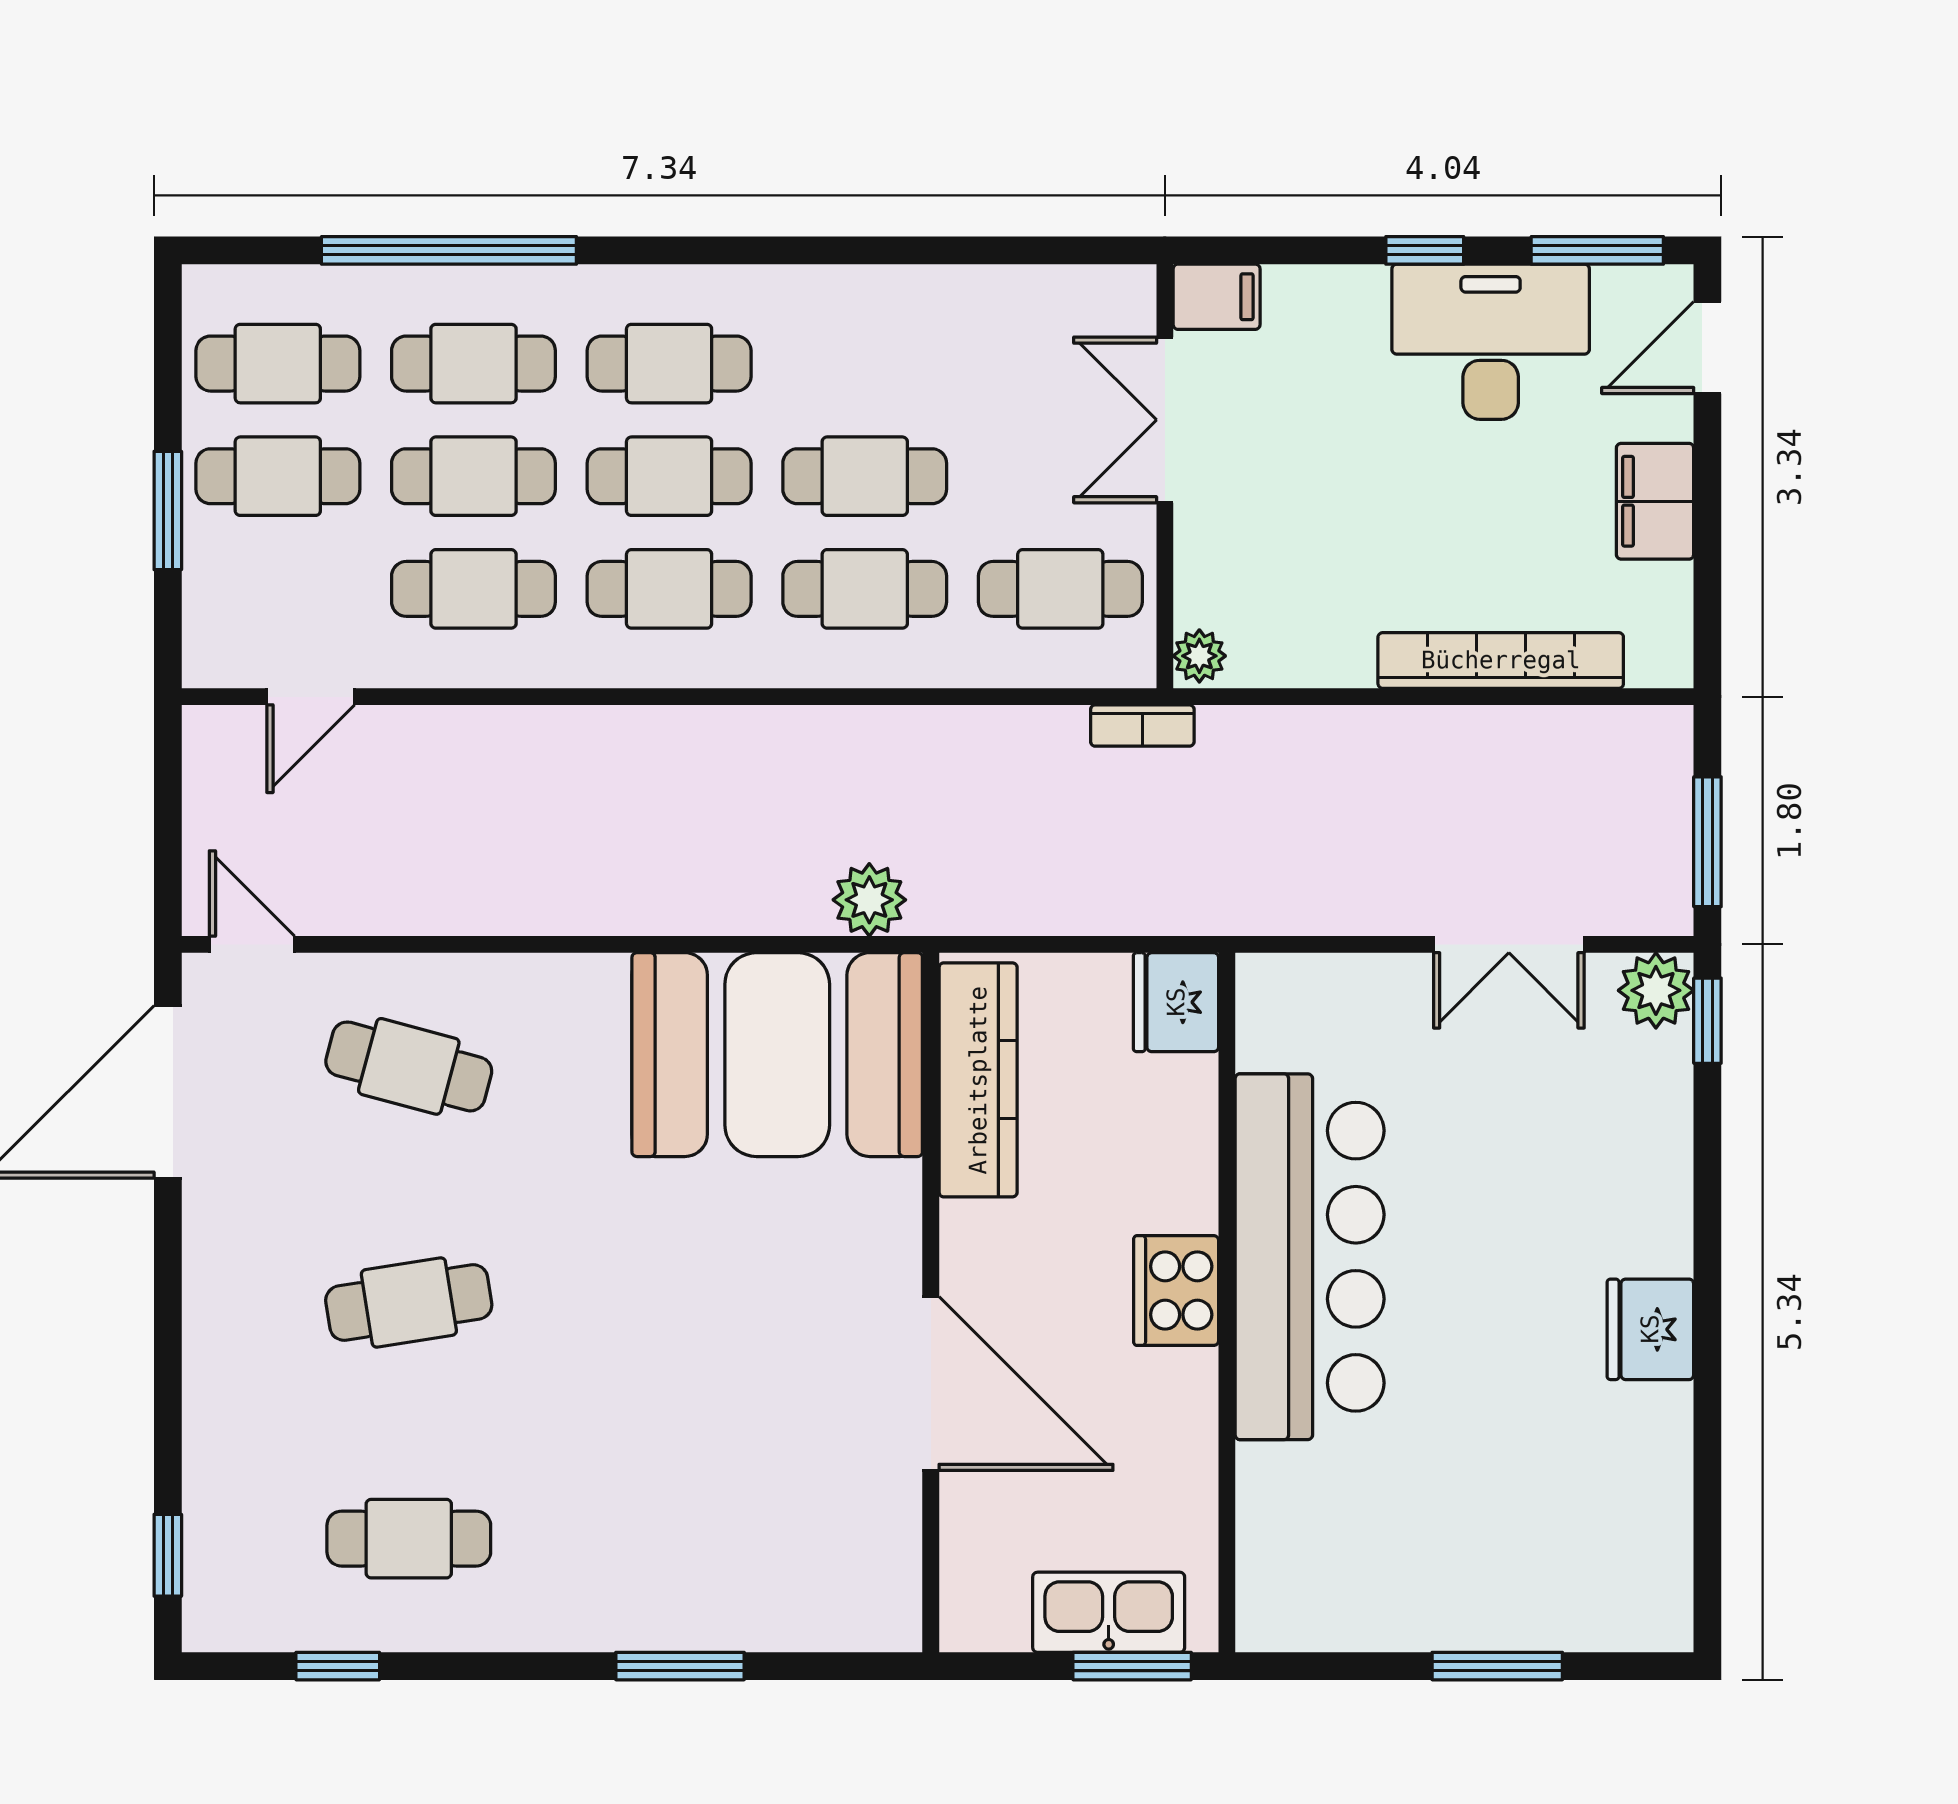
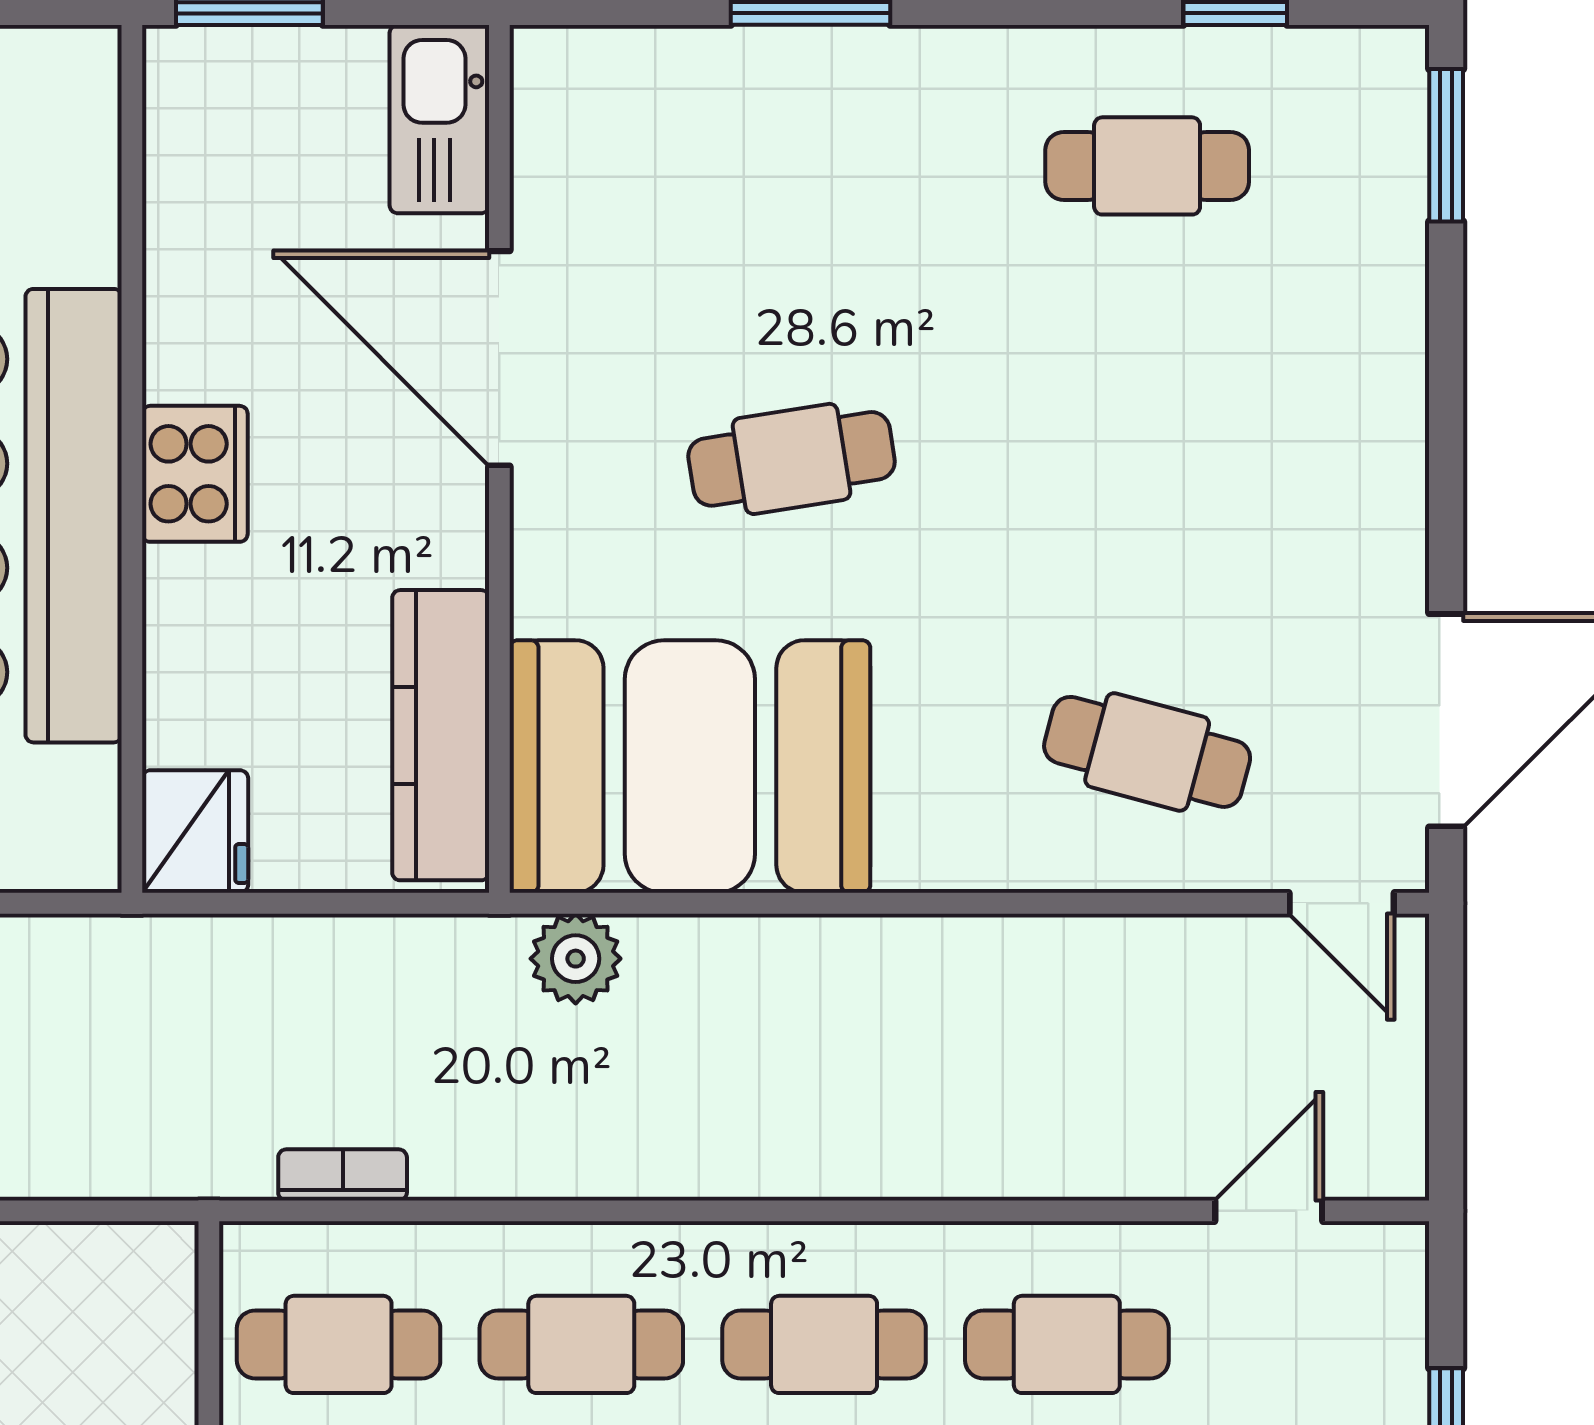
plant: (1199, 656) -> (166, 1261), removed
bookcase: (1142, 726) -> (343, 1175), moved
cafe table: (409, 1303) -> (792, 459), moved
window: (168, 1555) -> (1446, 145), width x1.50
kitchen sink: (1109, 1612) -> (439, 119), moved, turned 90

